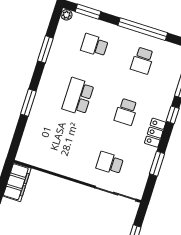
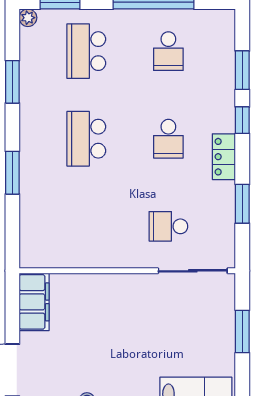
school desk: (94, 45) -> (86, 51), width x1.85

